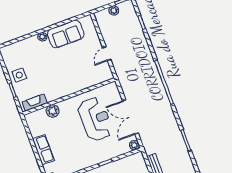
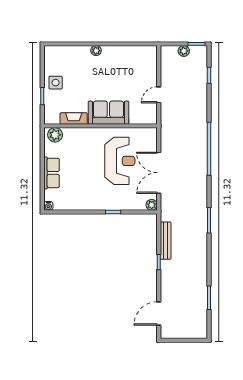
sofa: (66, 34) -> (108, 113), moved, turned 180
fireplace: (35, 103) -> (74, 119), moved
plant: (53, 111) -> (55, 135), moved

